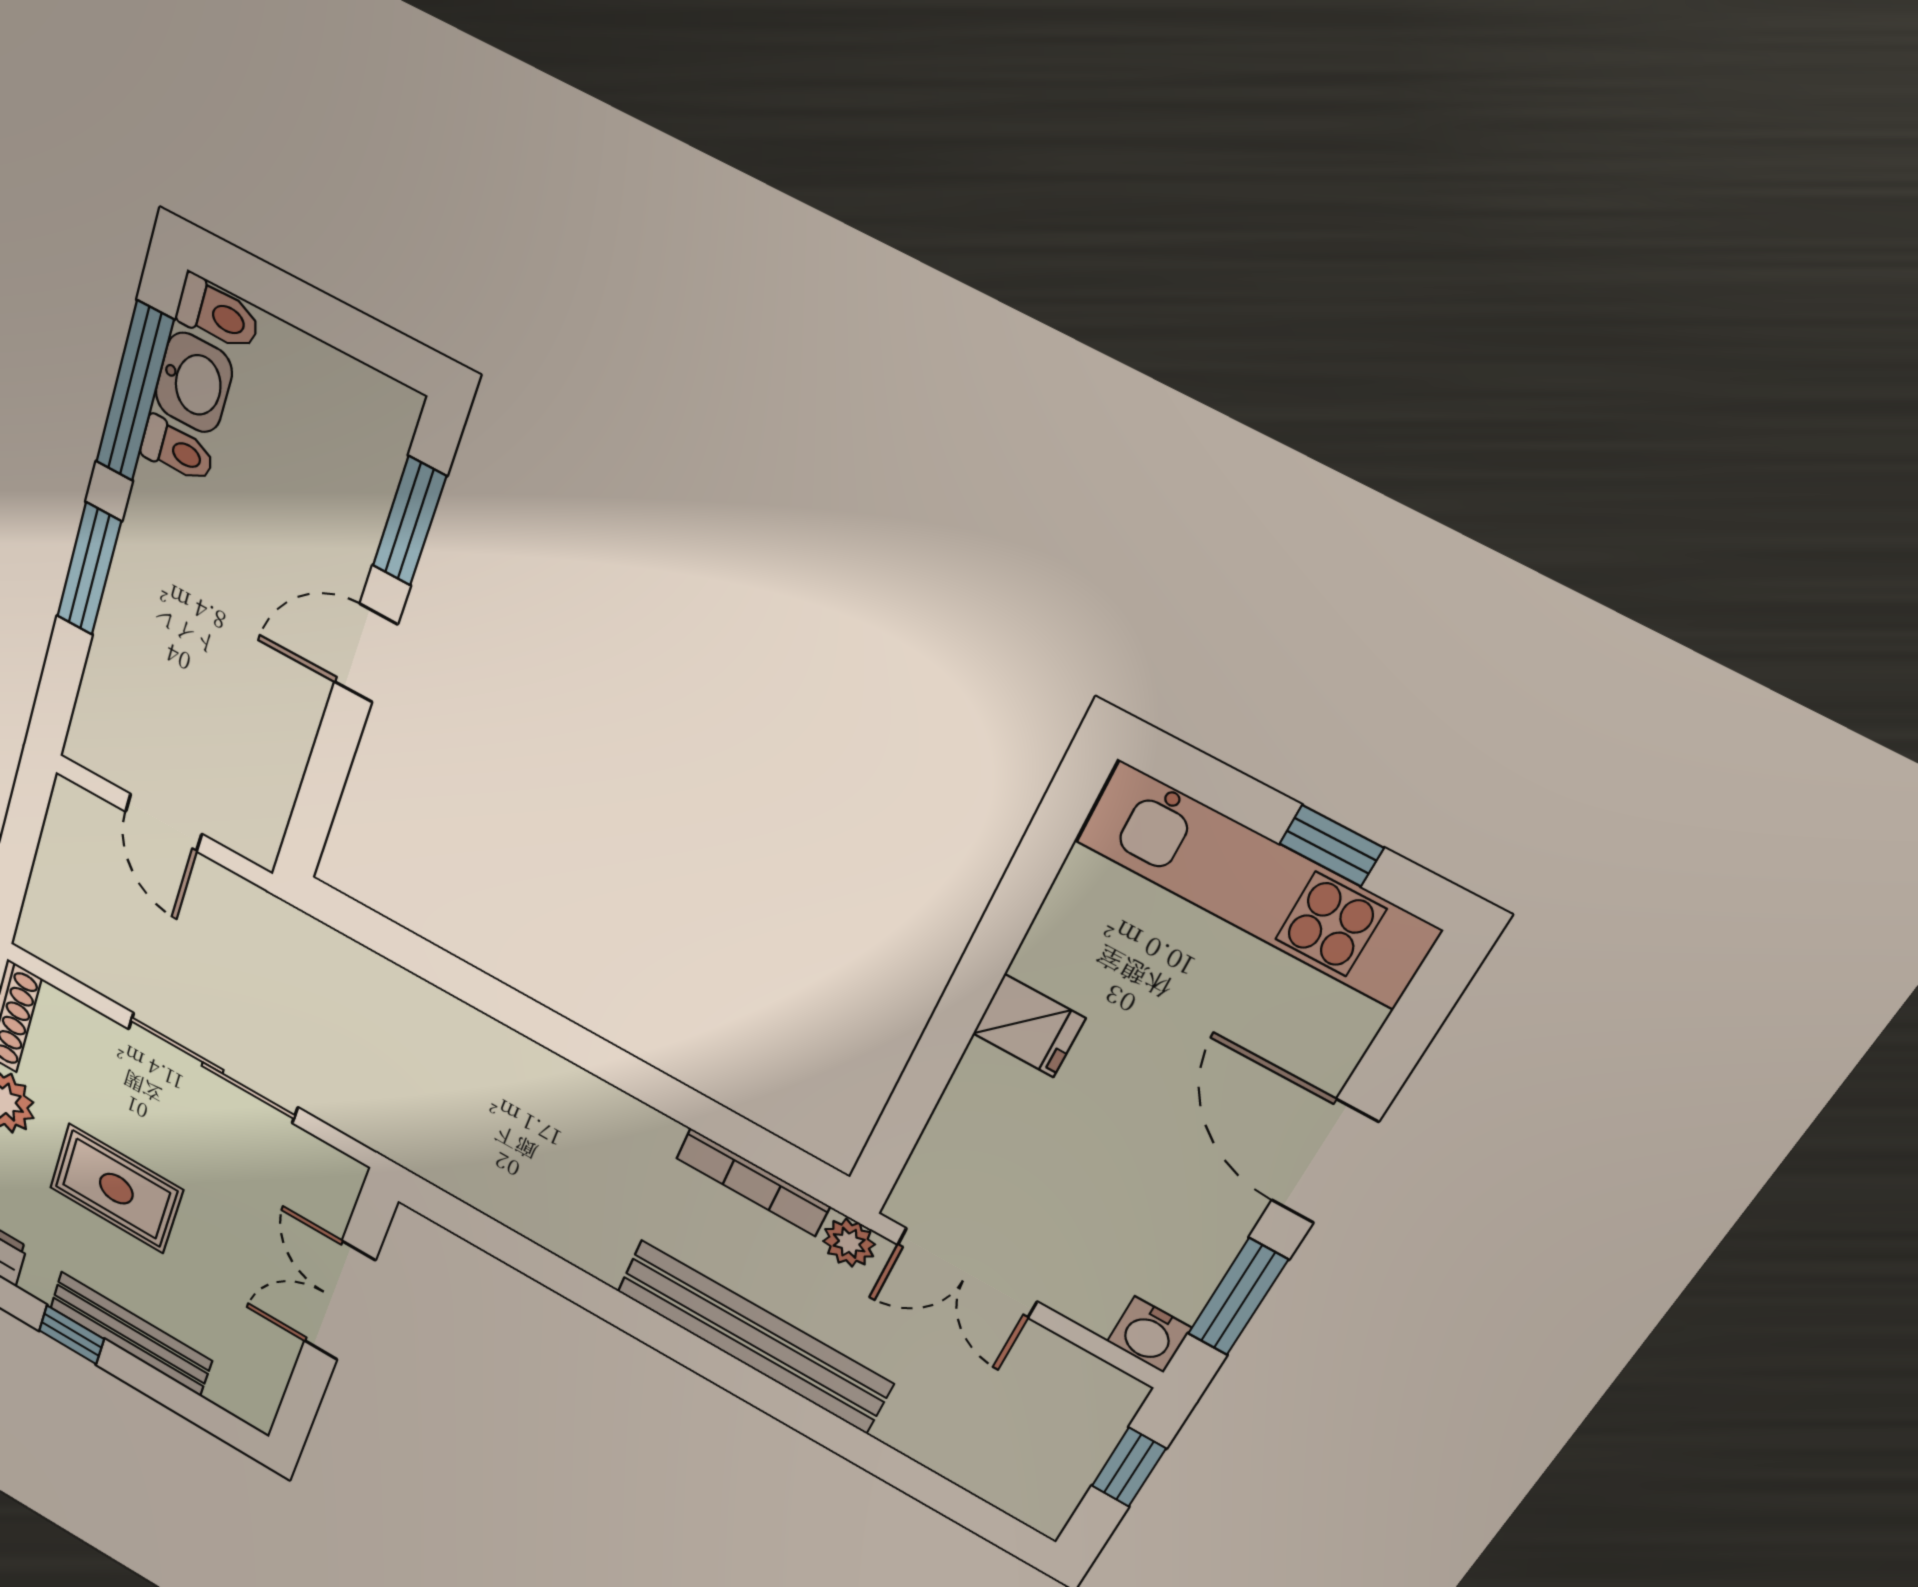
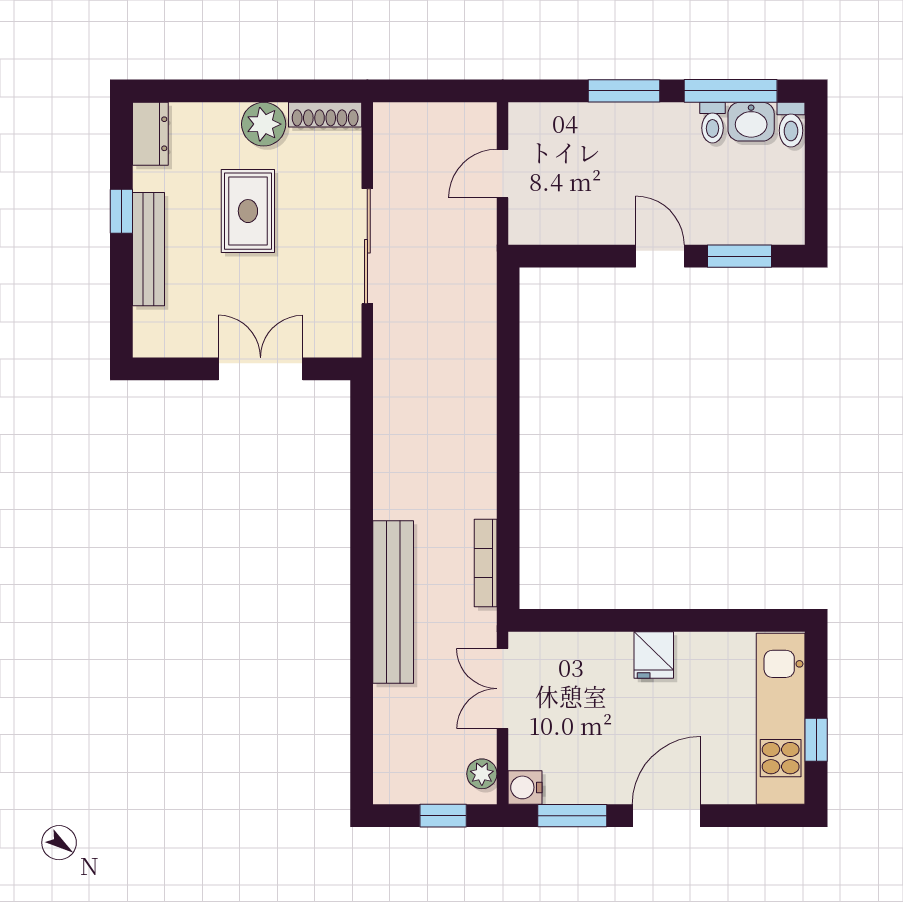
plant: (849, 1243) -> (482, 774), moved

